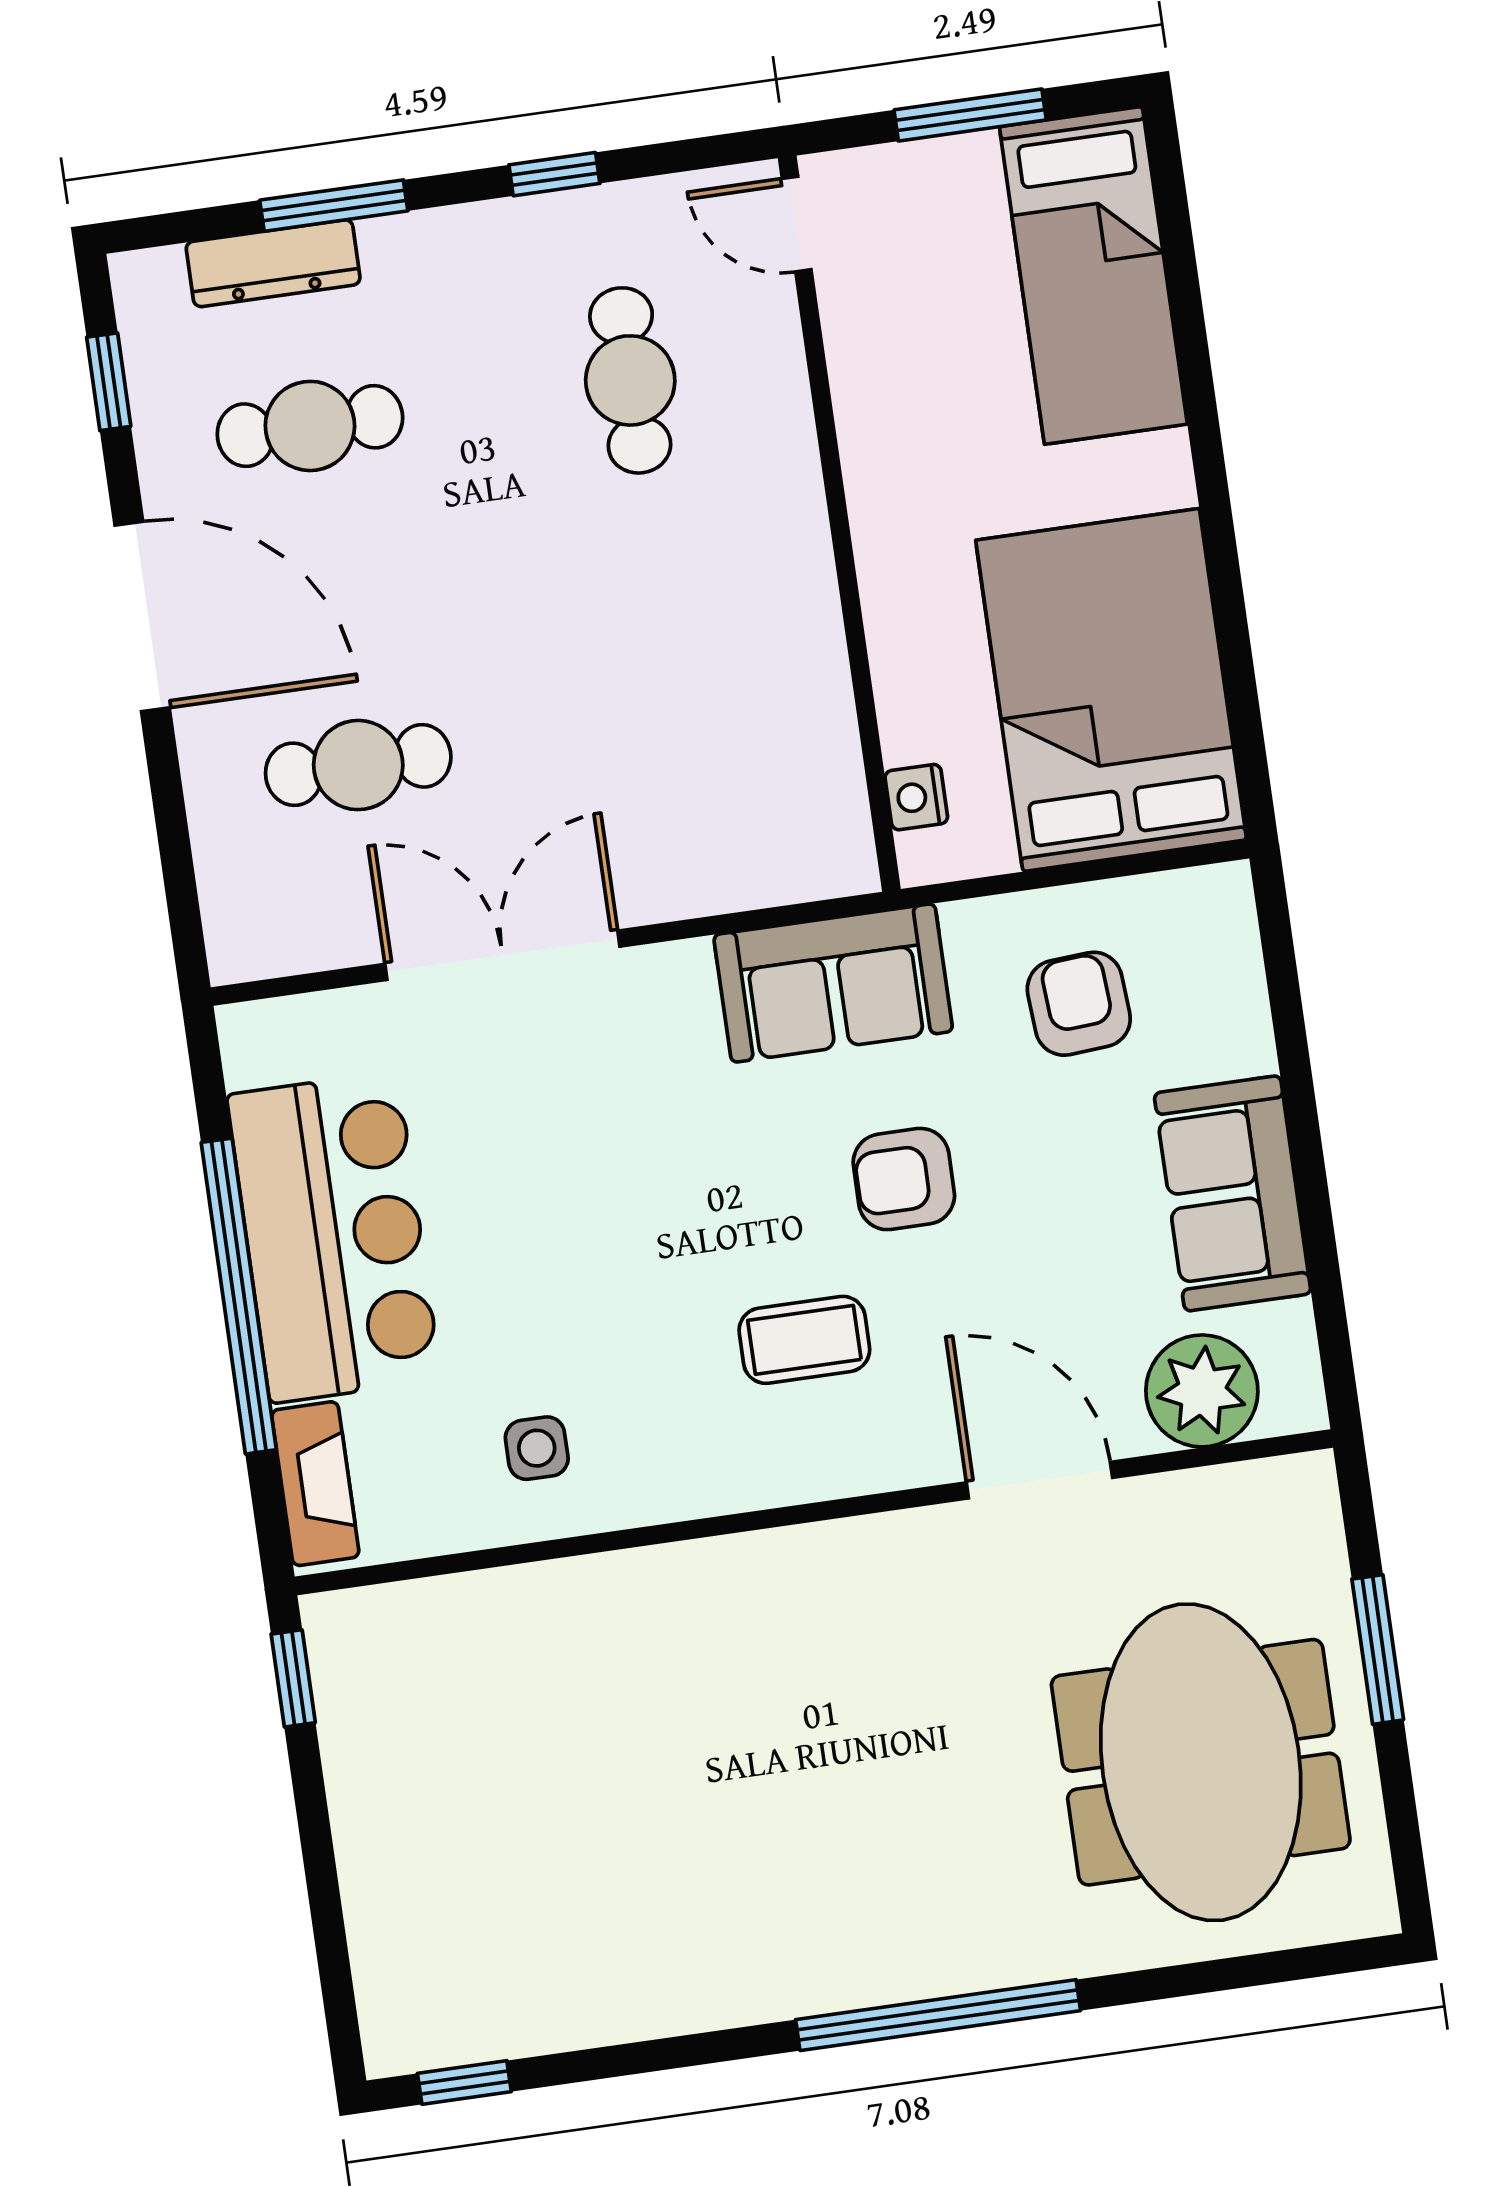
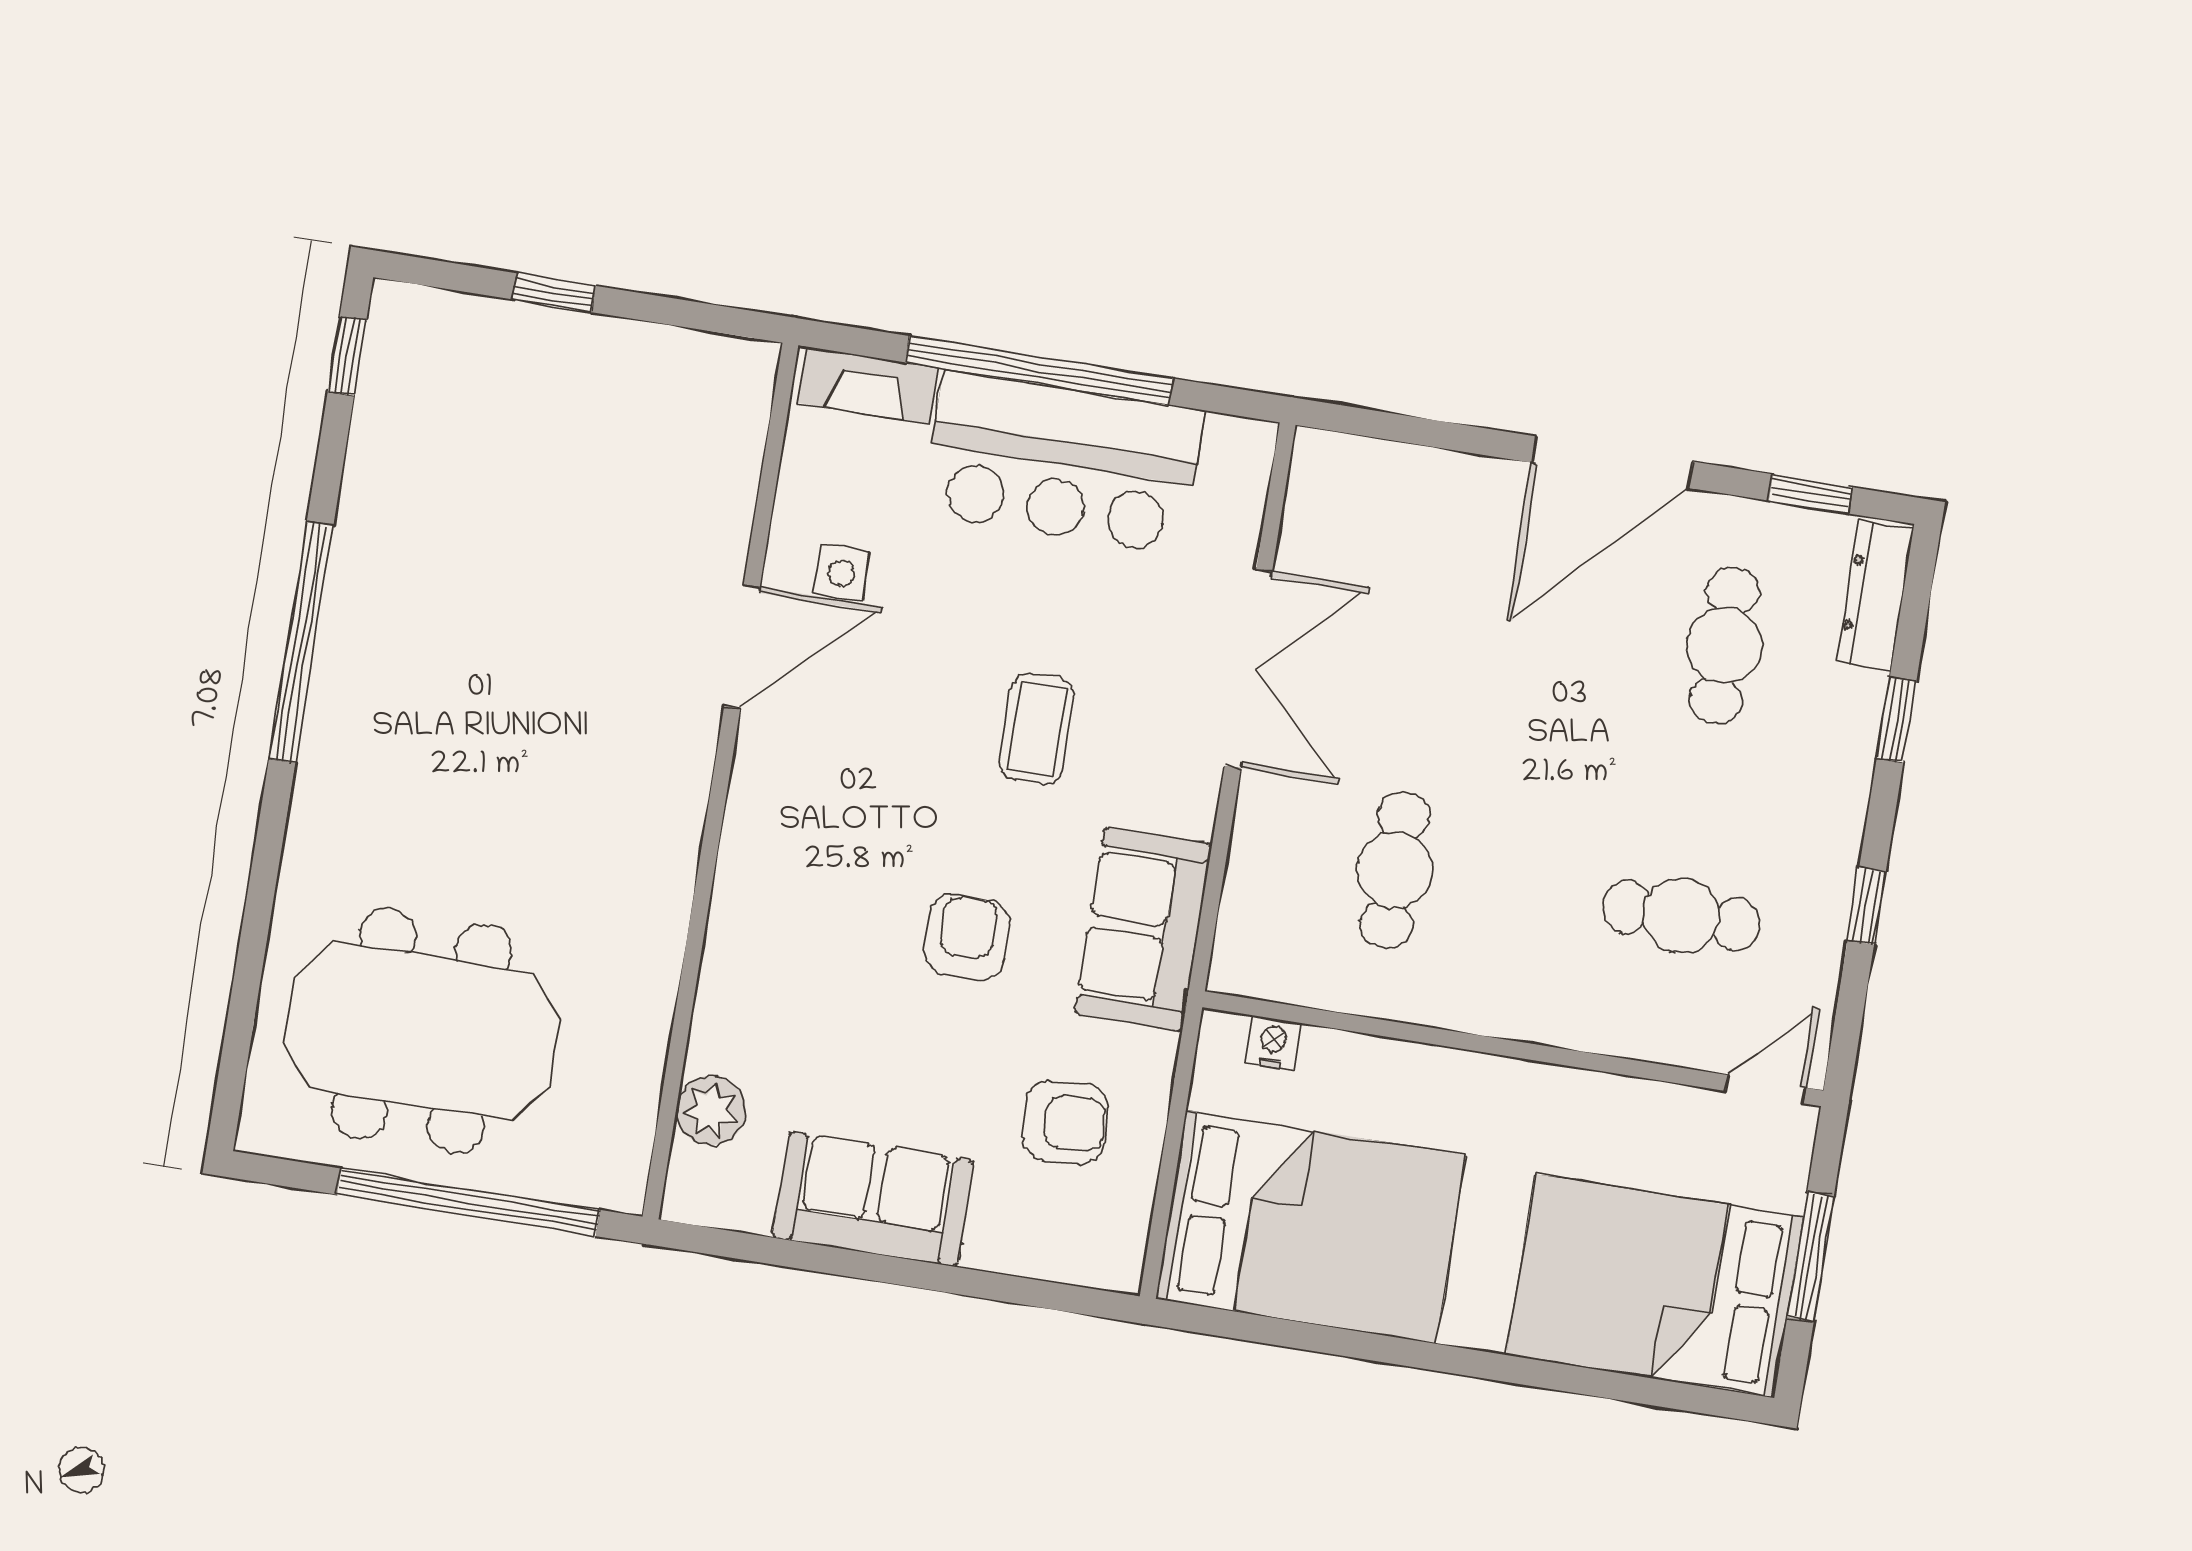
window: (334, 206) -> (1896, 720), width x0.67
dresser: (273, 263) -> (1875, 596), moved
bed: (1093, 275) -> (1655, 1286), width x1.50
cafe table: (358, 765) -> (1395, 870), moved
coffee table: (804, 1340) -> (1037, 729), moved
plant: (1202, 1391) -> (711, 1110), width x0.73, depth x0.73
door: (1039, 1480) -> (742, 646), moved
window: (1378, 1649) -> (468, 1202), width x2.11
window: (293, 1678) -> (554, 293), moved
window: (938, 2015) -> (301, 642), moved

